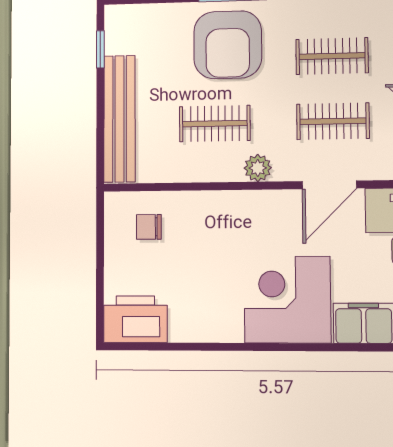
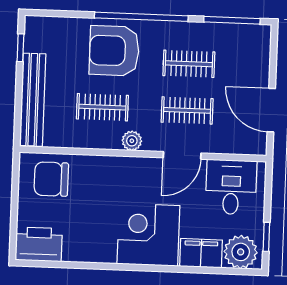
armchair: (228, 45) -> (114, 51), turned 90
chair: (149, 227) -> (51, 179), width x1.87, depth x1.87

